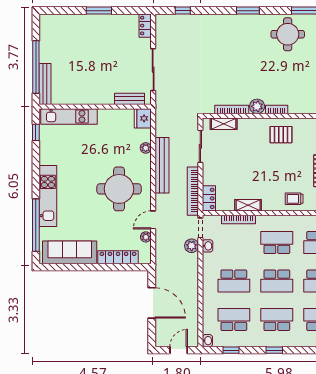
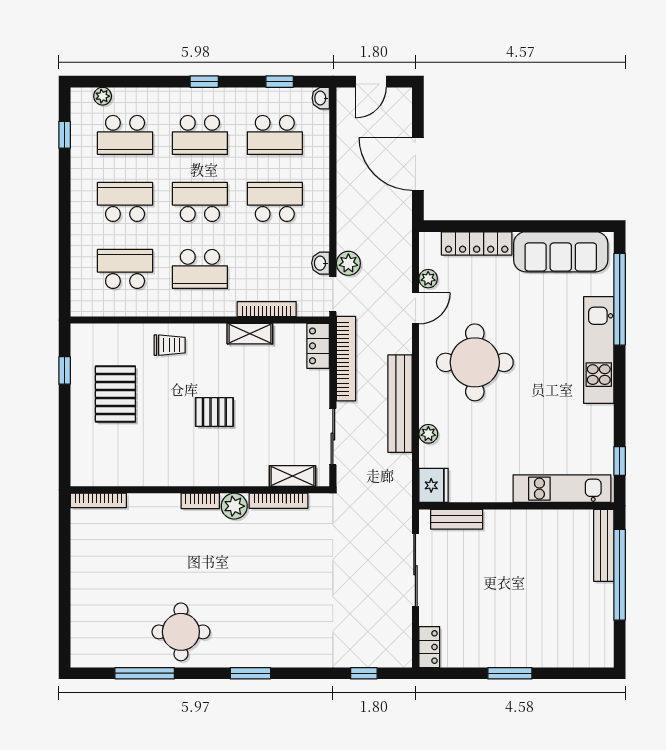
pallet: (281, 135) -> (214, 412), moved

